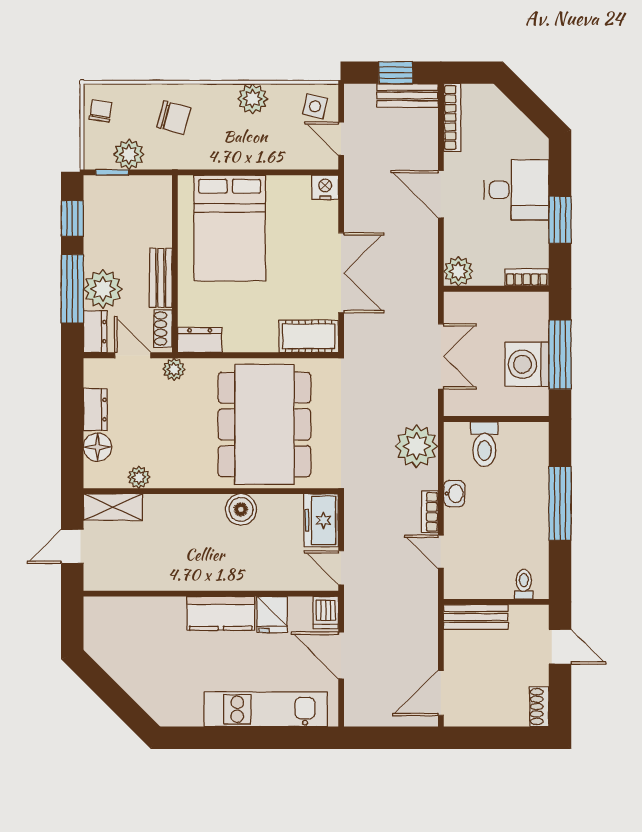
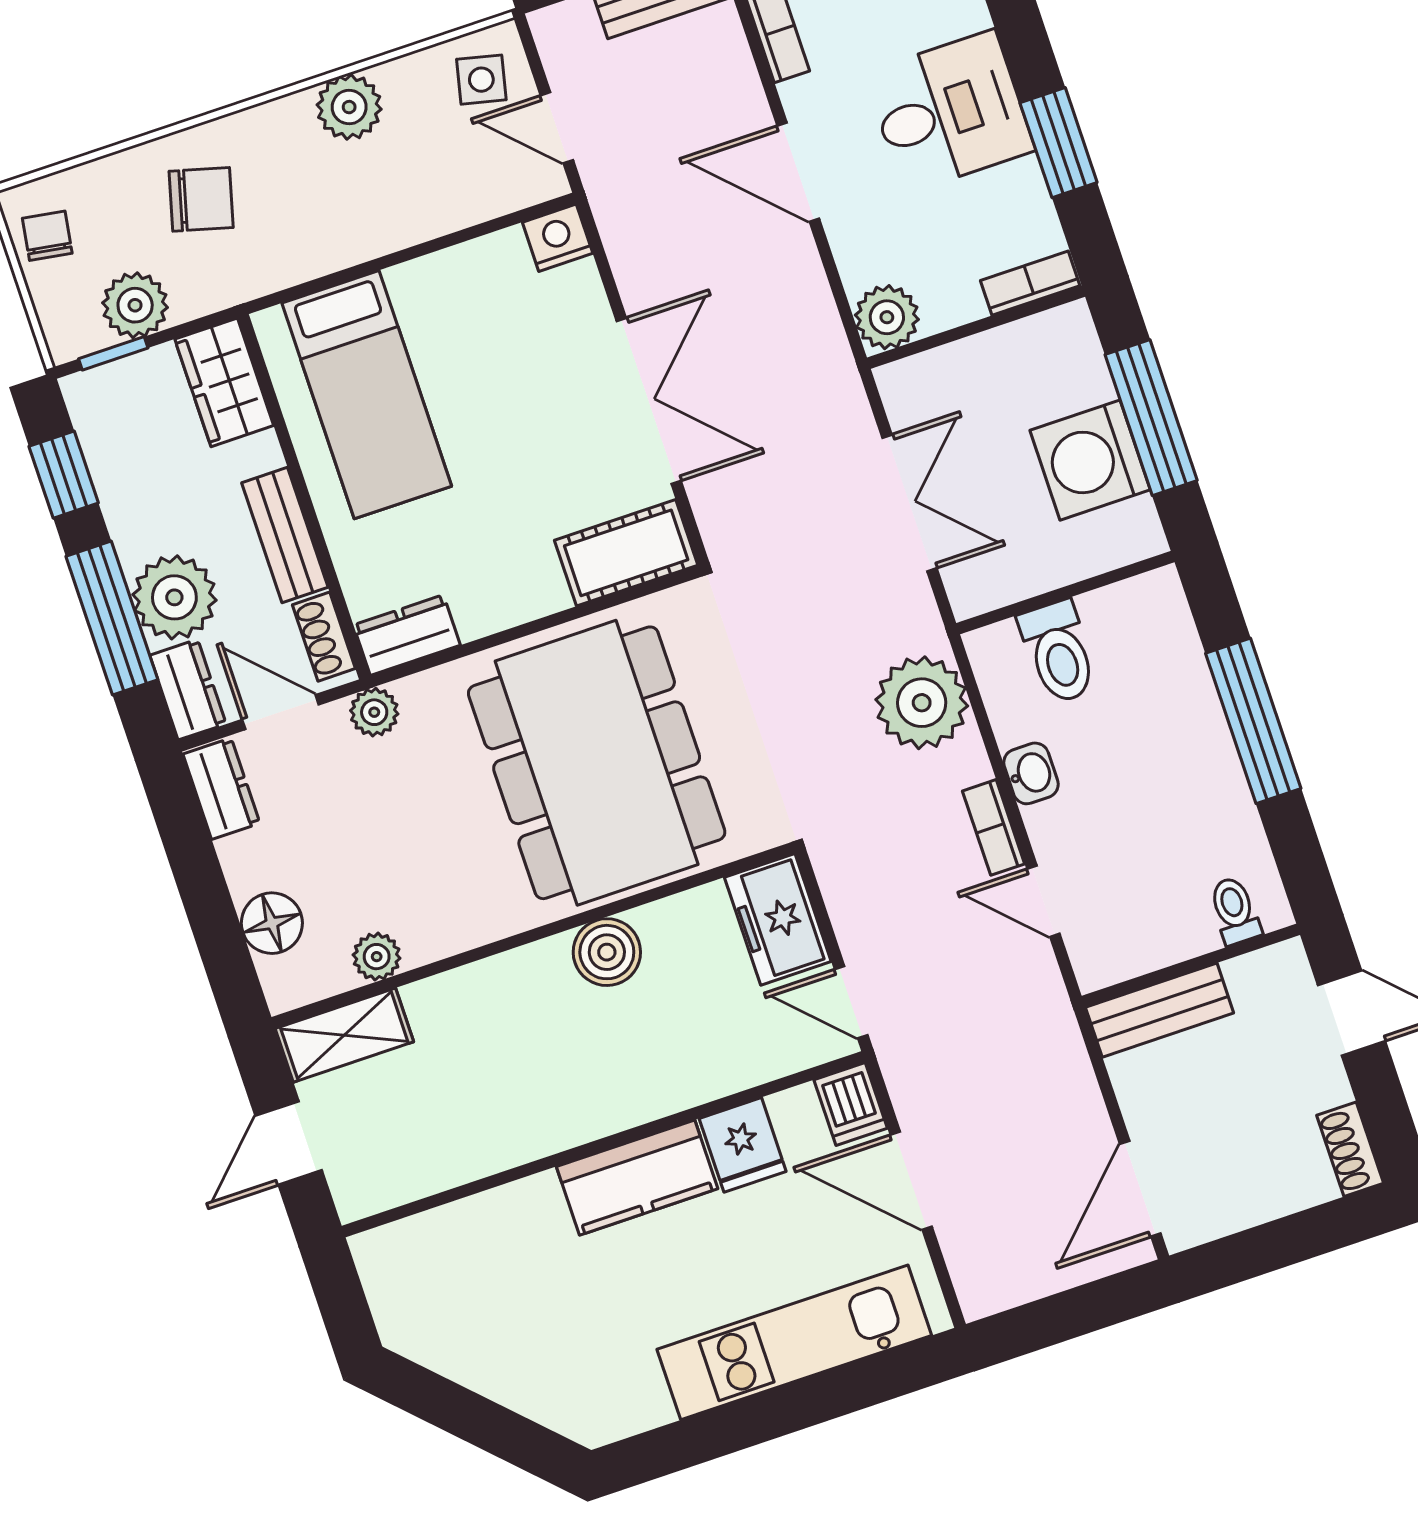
wardrobe: (157, 202) -> (224, 382), added
bed: (230, 228) -> (367, 395), width x0.67
dresser: (95, 410) -> (221, 789), moved

